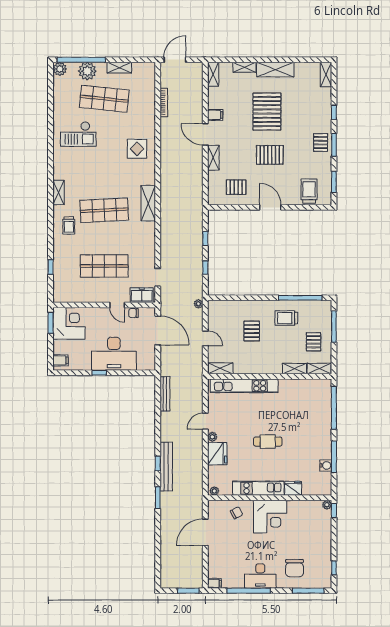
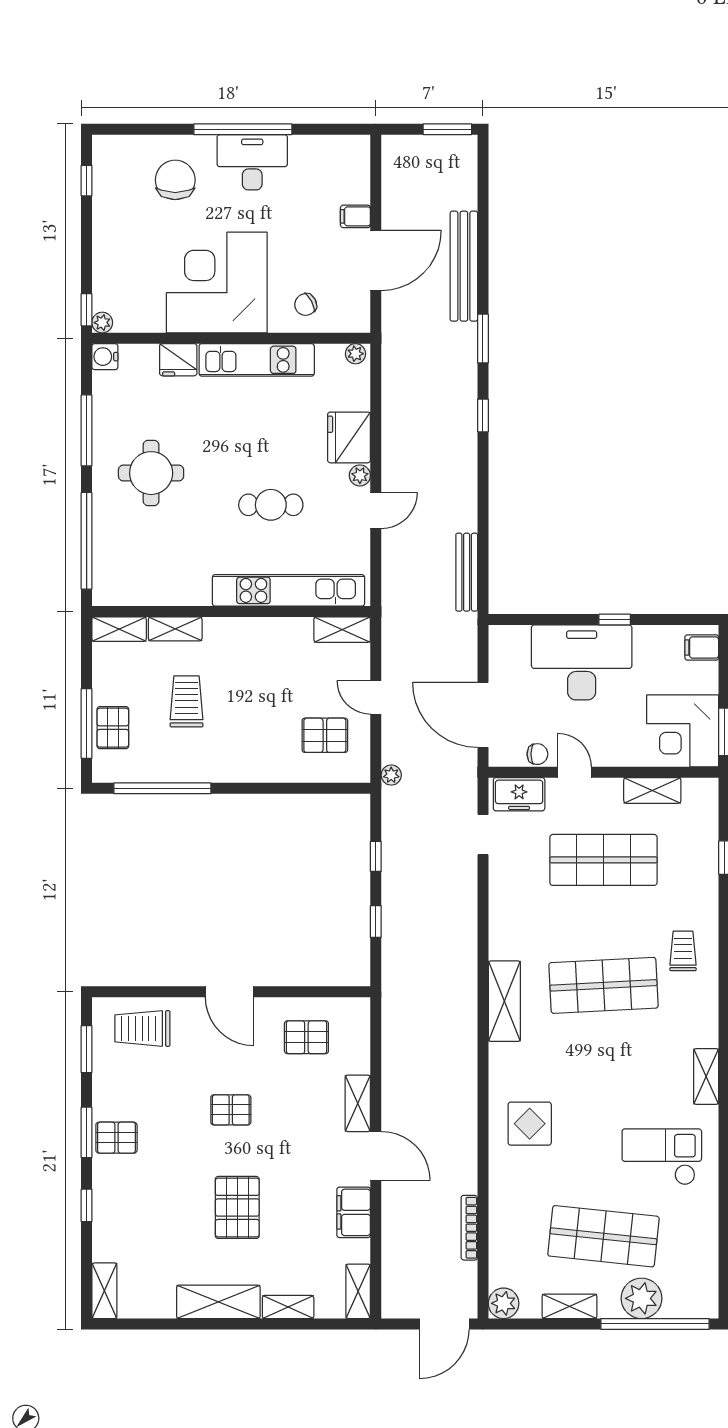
plant: (60, 69) -> (504, 1303), moved
pallet: (267, 112) -> (237, 1207), width x0.73, depth x0.71
filing cabinet: (215, 115) -> (354, 1212), width x2.00
pallet: (321, 143) -> (116, 1138), turned 90
pallet: (270, 155) -> (231, 1110), width x0.67, depth x0.71
trolley: (309, 191) -> (142, 1028), turned 90
shelving: (59, 193) -> (706, 1077), moved
shelving: (82, 297) -> (652, 790), added
trolley: (286, 318) -> (187, 701), moved, turned -90
pallet: (252, 331) -> (325, 735), moved, turned 90
pallet: (314, 342) -> (113, 728), moved
round table: (305, 438) -> (151, 473), added
cafe table: (268, 442) -> (271, 505), moved
water cooler: (326, 465) -> (105, 357), moved
bench: (166, 467) -> (464, 266), moved
corner desk: (270, 517) -> (217, 283), width x1.36, depth x1.36
filing cabinet: (214, 583) -> (355, 216), moved
window: (188, 591) -> (447, 129), moved
window: (249, 591) -> (243, 129), moved
window: (308, 591) -> (144, 129), removed

